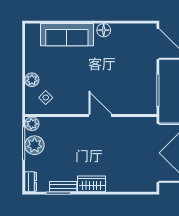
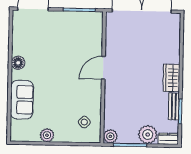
sofa: (67, 35) -> (22, 100), width x0.73
plant: (32, 80) -> (47, 135), moved
plant: (34, 145) -> (148, 135), moved

